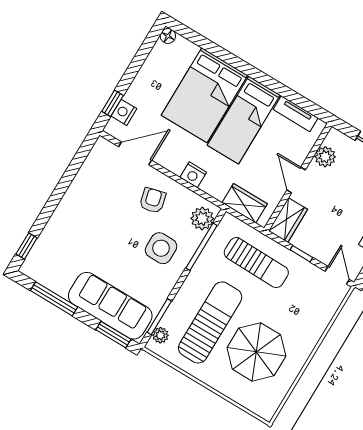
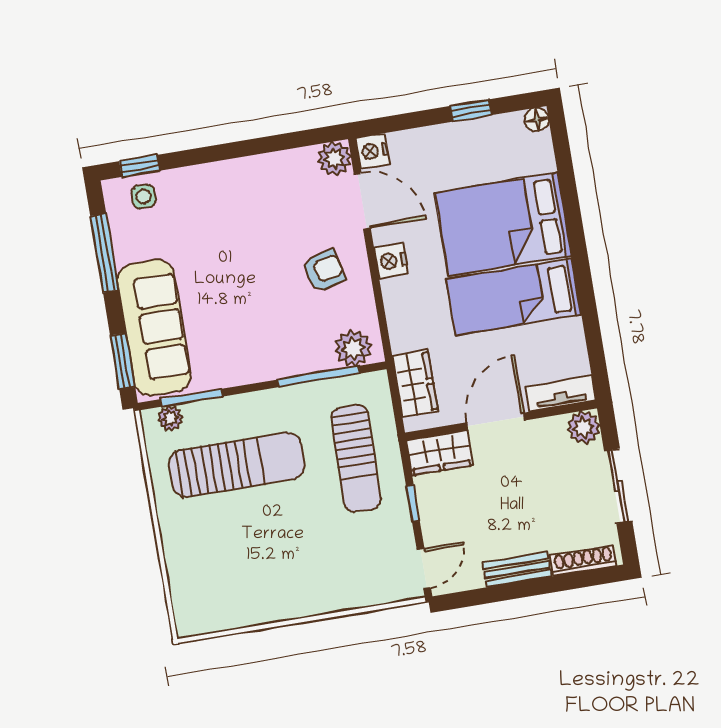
window: (113, 103) -> (471, 110), moved
nightstand: (124, 112) -> (373, 151), moved, turned -90
tv unit: (296, 114) -> (560, 394), moved, turned 90
plant: (103, 149) -> (334, 158), added
plant: (325, 157) -> (583, 427), moved
nightstand: (193, 175) -> (391, 261), moved
door: (296, 180) -> (496, 421), width x1.38
side table: (161, 248) -> (144, 196), moved, width x0.54, depth x0.54
parasol: (256, 352) -> (249, 550), removed

